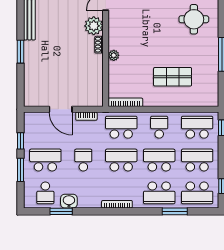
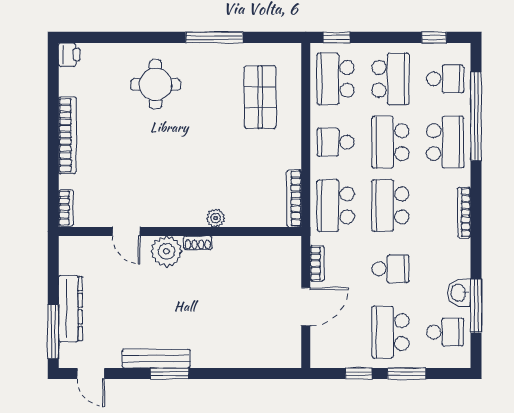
window: (21, 52) -> (170, 374), moved
shop shelf: (173, 77) -> (260, 97), moved
school desk: (83, 160) -> (390, 269), turned 180
school desk: (197, 160) -> (390, 79), turned 180
school desk: (197, 193) -> (445, 79), width x0.54
window: (61, 211) -> (476, 306), width x1.44
window: (175, 211) -> (476, 116), width x2.11

